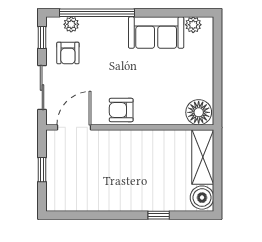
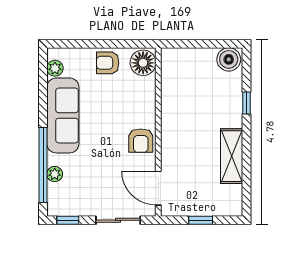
plant: (71, 24) -> (55, 174), moved
sofa: (156, 33) -> (63, 115), width x1.36
armchair: (68, 53) -> (108, 63), moved, turned 180
shelving: (203, 157) -> (232, 156), moved, turned 90

